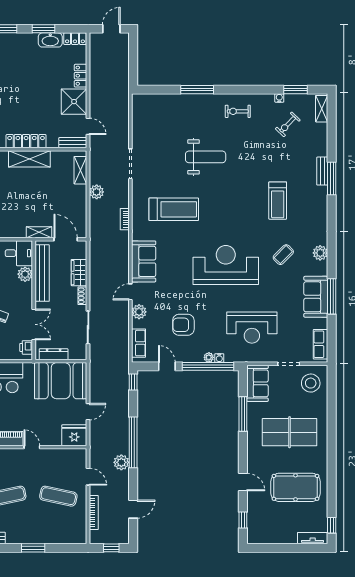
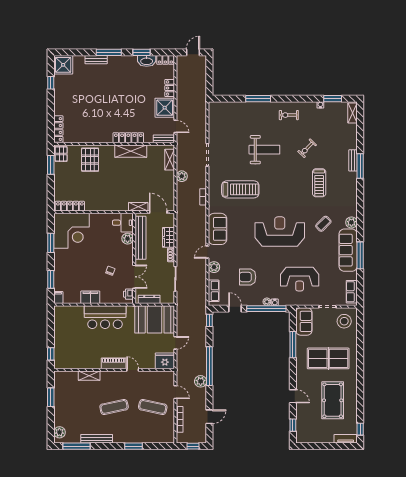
exercise bike: (288, 124) -> (307, 148), moved
sofa: (316, 297) -> (348, 250), width x1.36
pool table: (295, 487) -> (333, 400), turned 90

